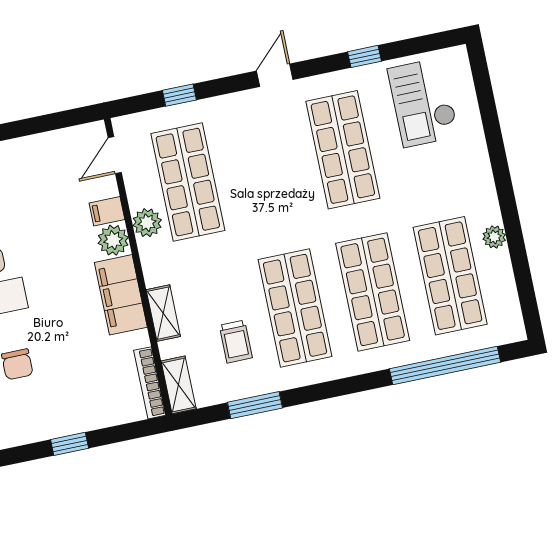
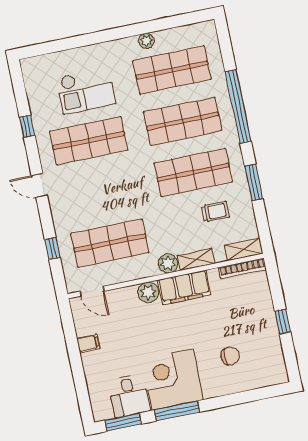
checkout: (423, 102) -> (86, 91), moved
filing cabinet: (107, 211) -> (88, 343), moved, turned -90
plant: (147, 223) -> (168, 263), moved
window: (445, 365) -> (238, 107), moved
window: (255, 405) -> (254, 182), moved

